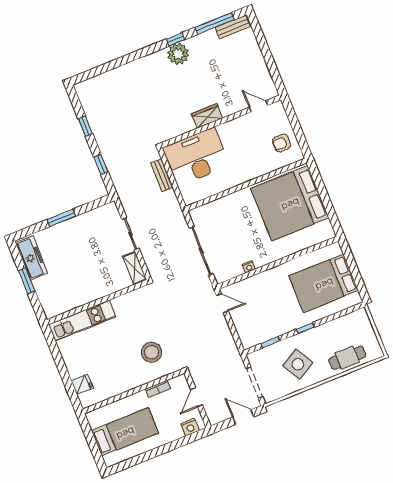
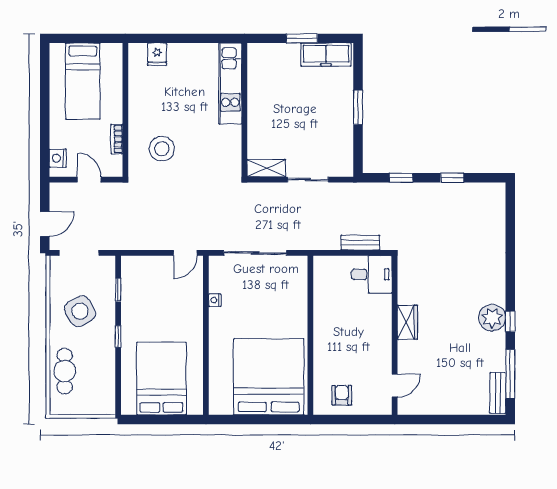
desk: (196, 157) -> (372, 274), width x0.53, depth x0.77

